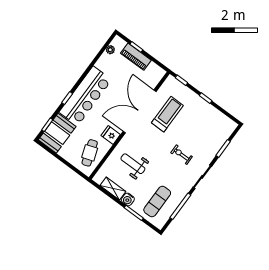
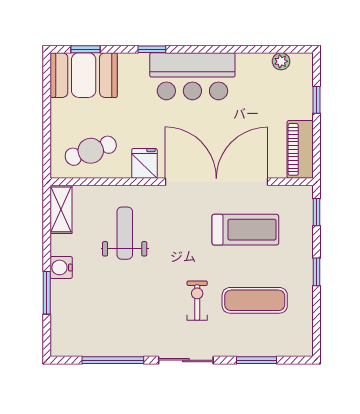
piano: (136, 57) -> (300, 149), moved
bar counter: (85, 96) -> (192, 76), width x0.73
shelving: (113, 188) -> (61, 209), moved
exercise mat: (157, 202) -> (255, 300), moved

